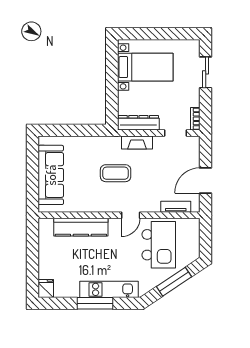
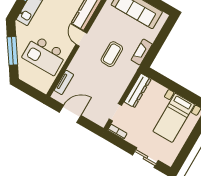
fireplace: (137, 142) -> (142, 52), moved
door: (206, 180) -> (70, 114), hinge flipped
door: (131, 215) -> (81, 39), moved

